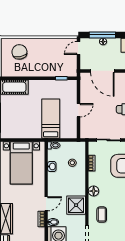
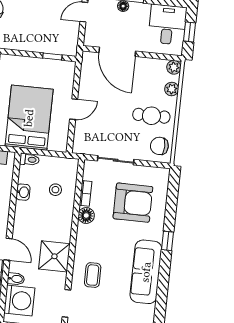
bed: (51, 119) -> (29, 118), width x1.50
floor lamp: (94, 191) -> (86, 215), moved
door: (46, 204) -> (8, 249), hinge flipped

